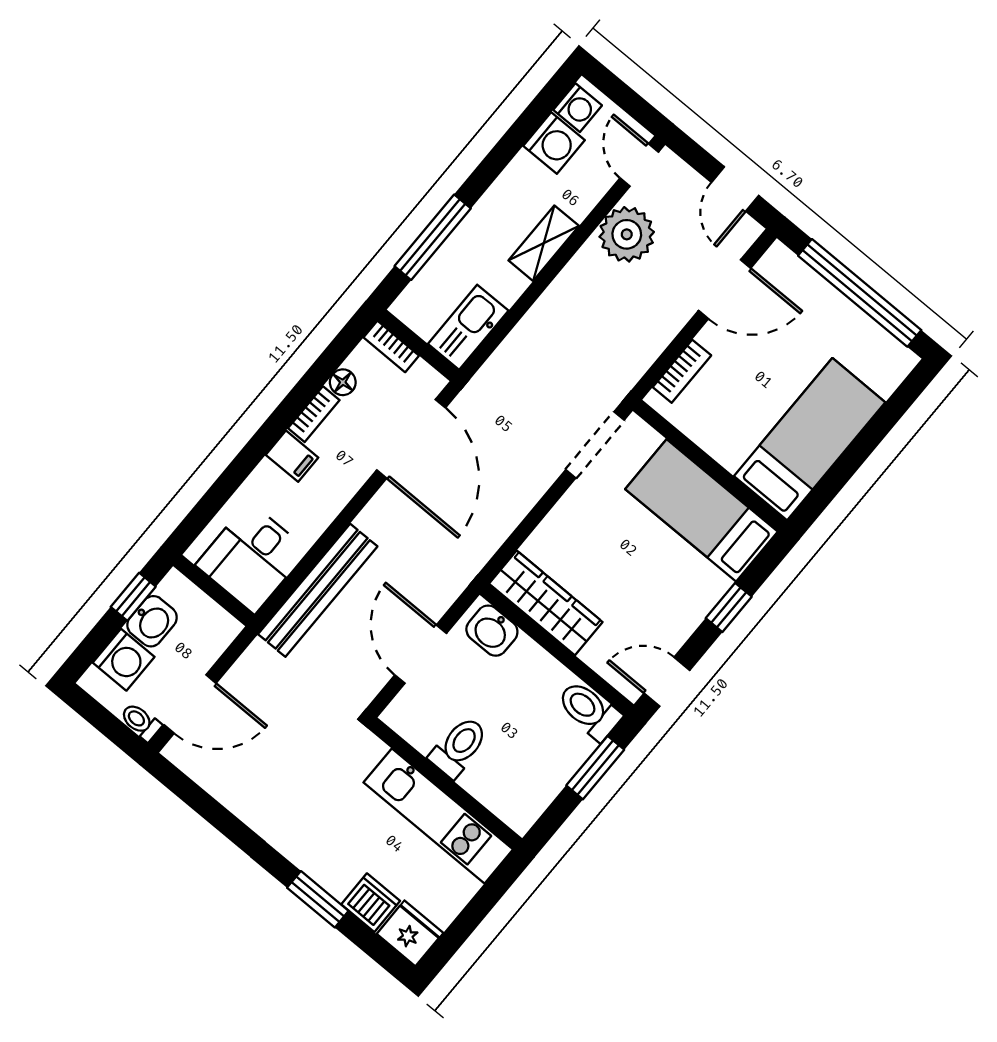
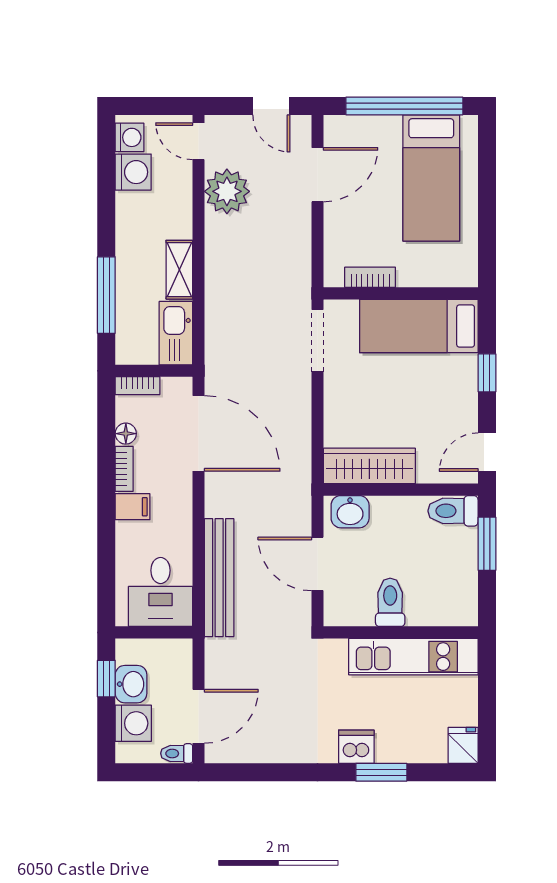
shelving: (544, 243) -> (179, 270), moved
bookcase: (682, 371) -> (370, 277), moved, turned -90
bed: (810, 439) -> (431, 178), moved, turned 180
dishwasher: (371, 903) -> (356, 747), moved
fridge: (410, 933) -> (463, 745), width x0.72

